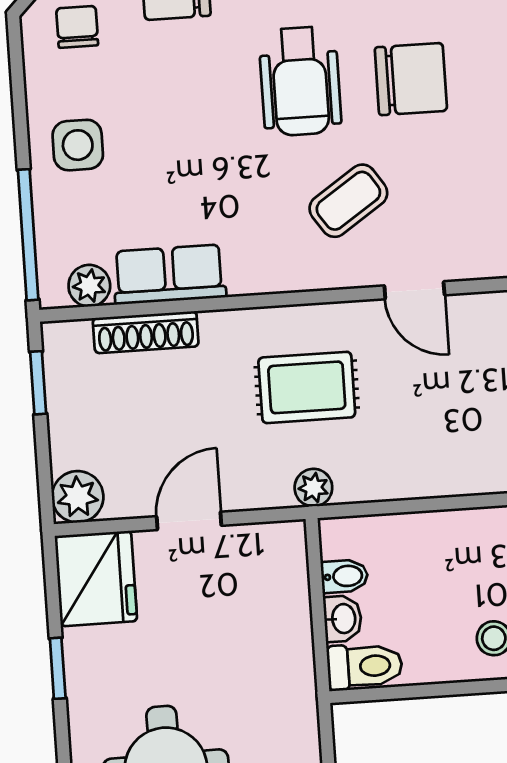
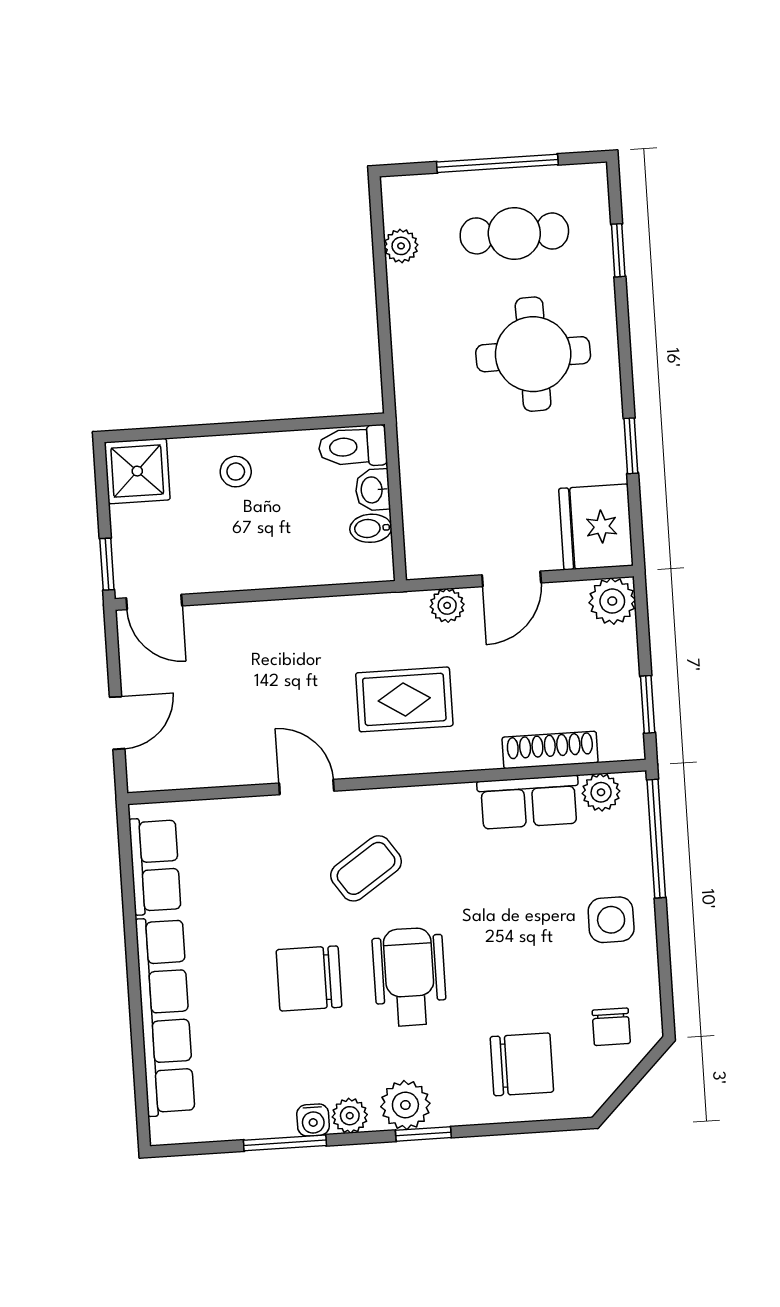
plant: (313, 488) -> (447, 605), moved

